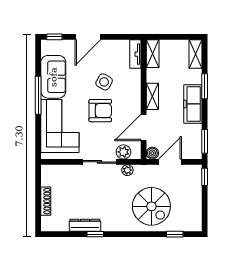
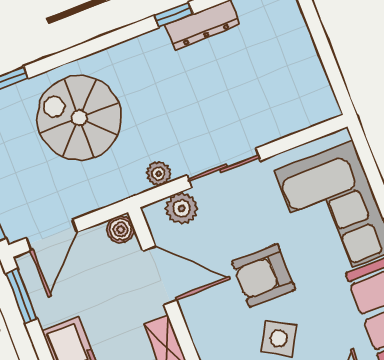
door: (144, 128) -> (160, 275), hinge flipped
door: (170, 162) -> (52, 235), moved
shoe rack: (46, 201) -> (304, 43), removed

